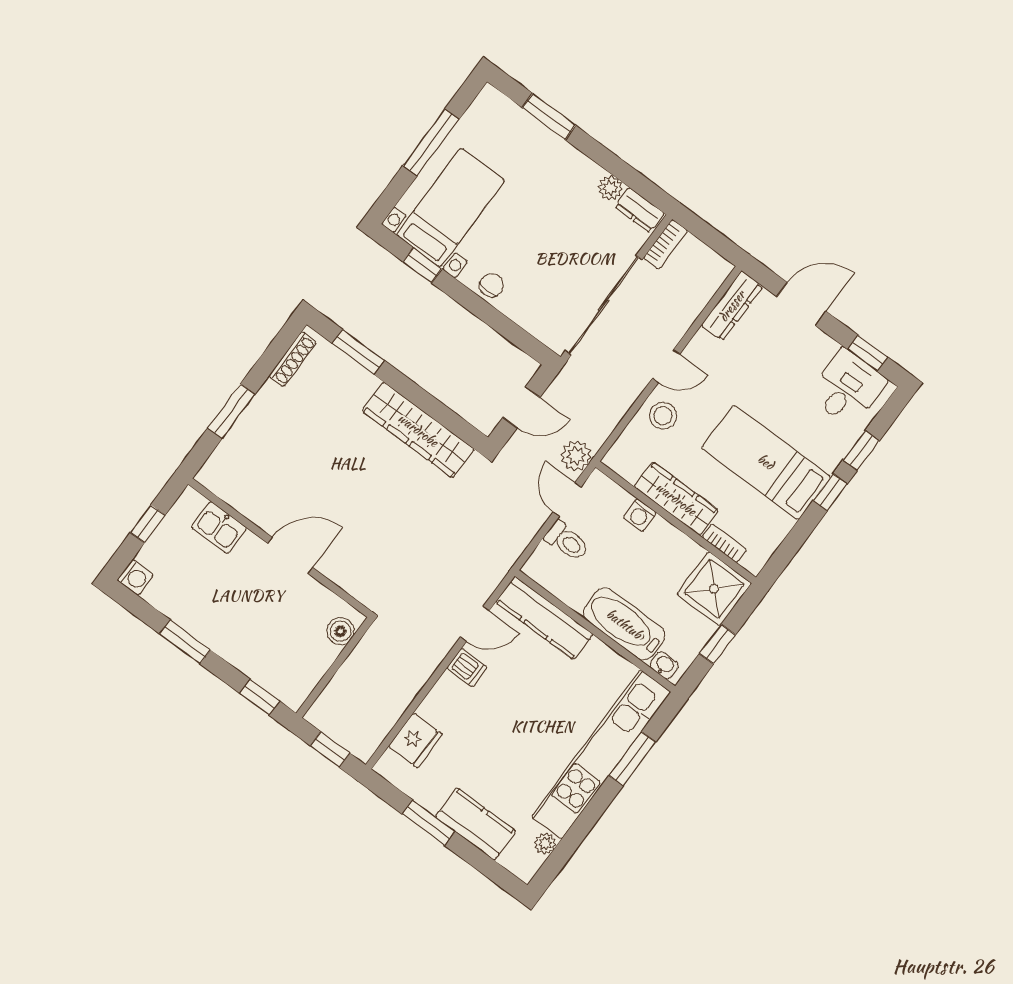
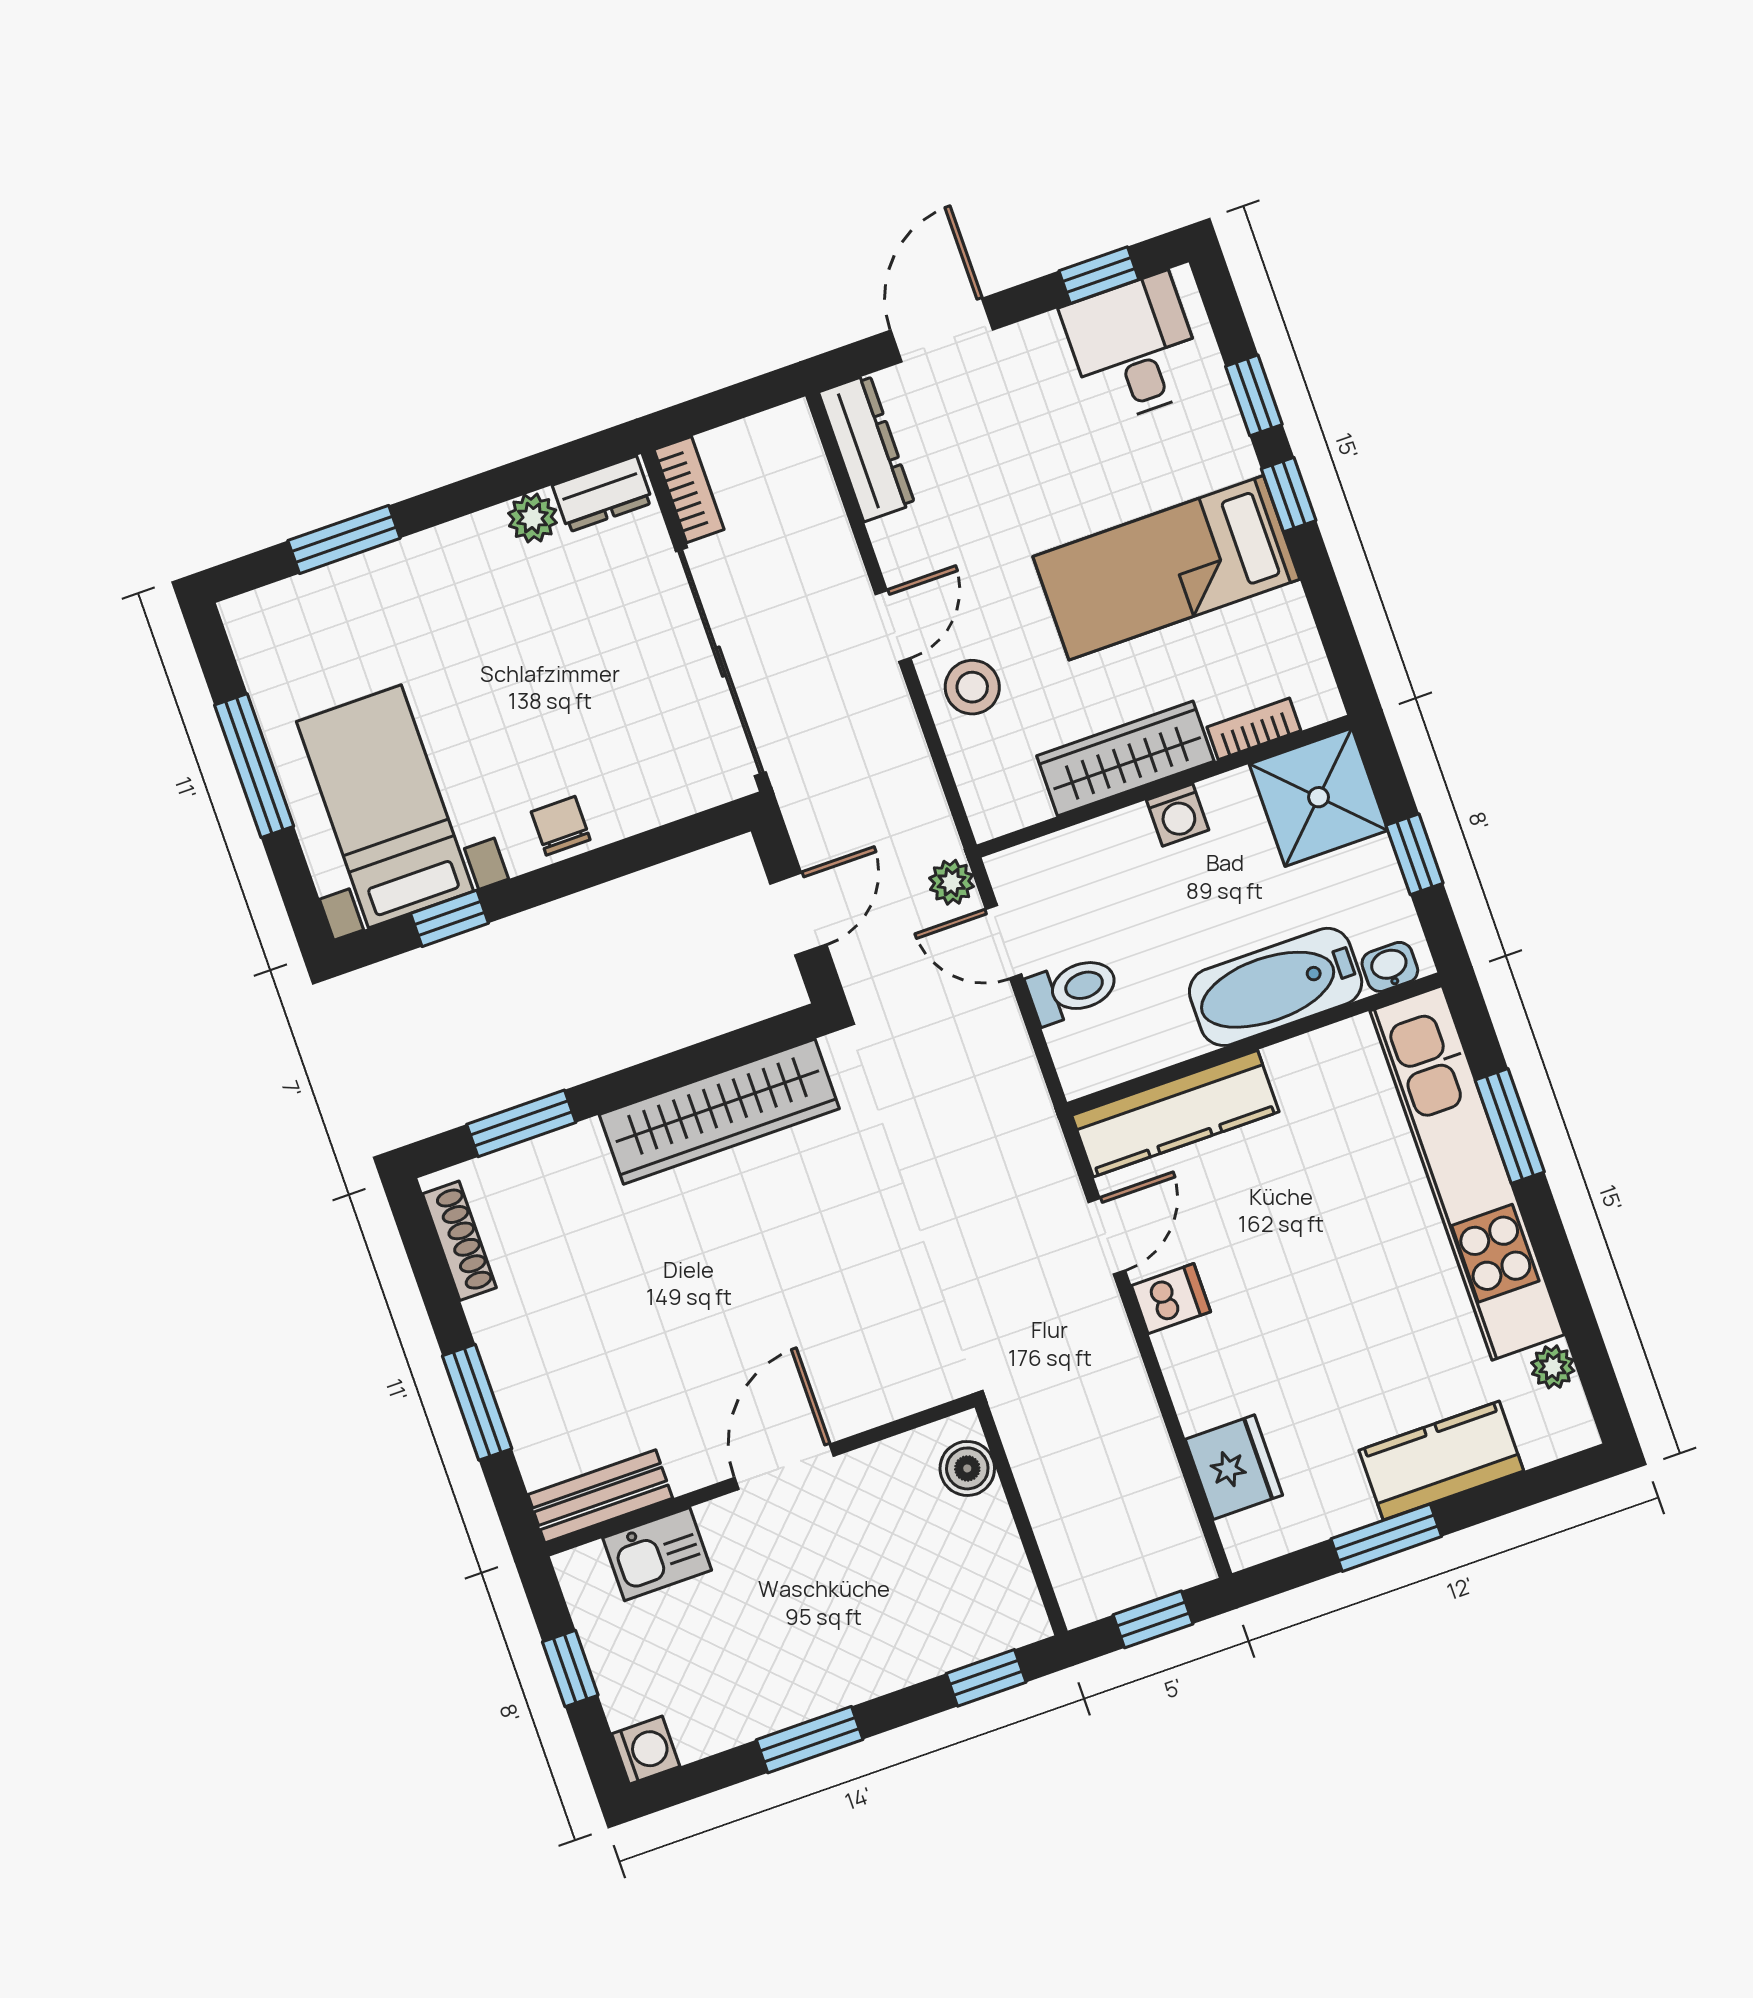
plant: (576, 456) -> (952, 882), width x0.73, depth x0.73
bench: (227, 488) -> (600, 1496), added
washing machine: (640, 515) -> (1178, 815), moved

